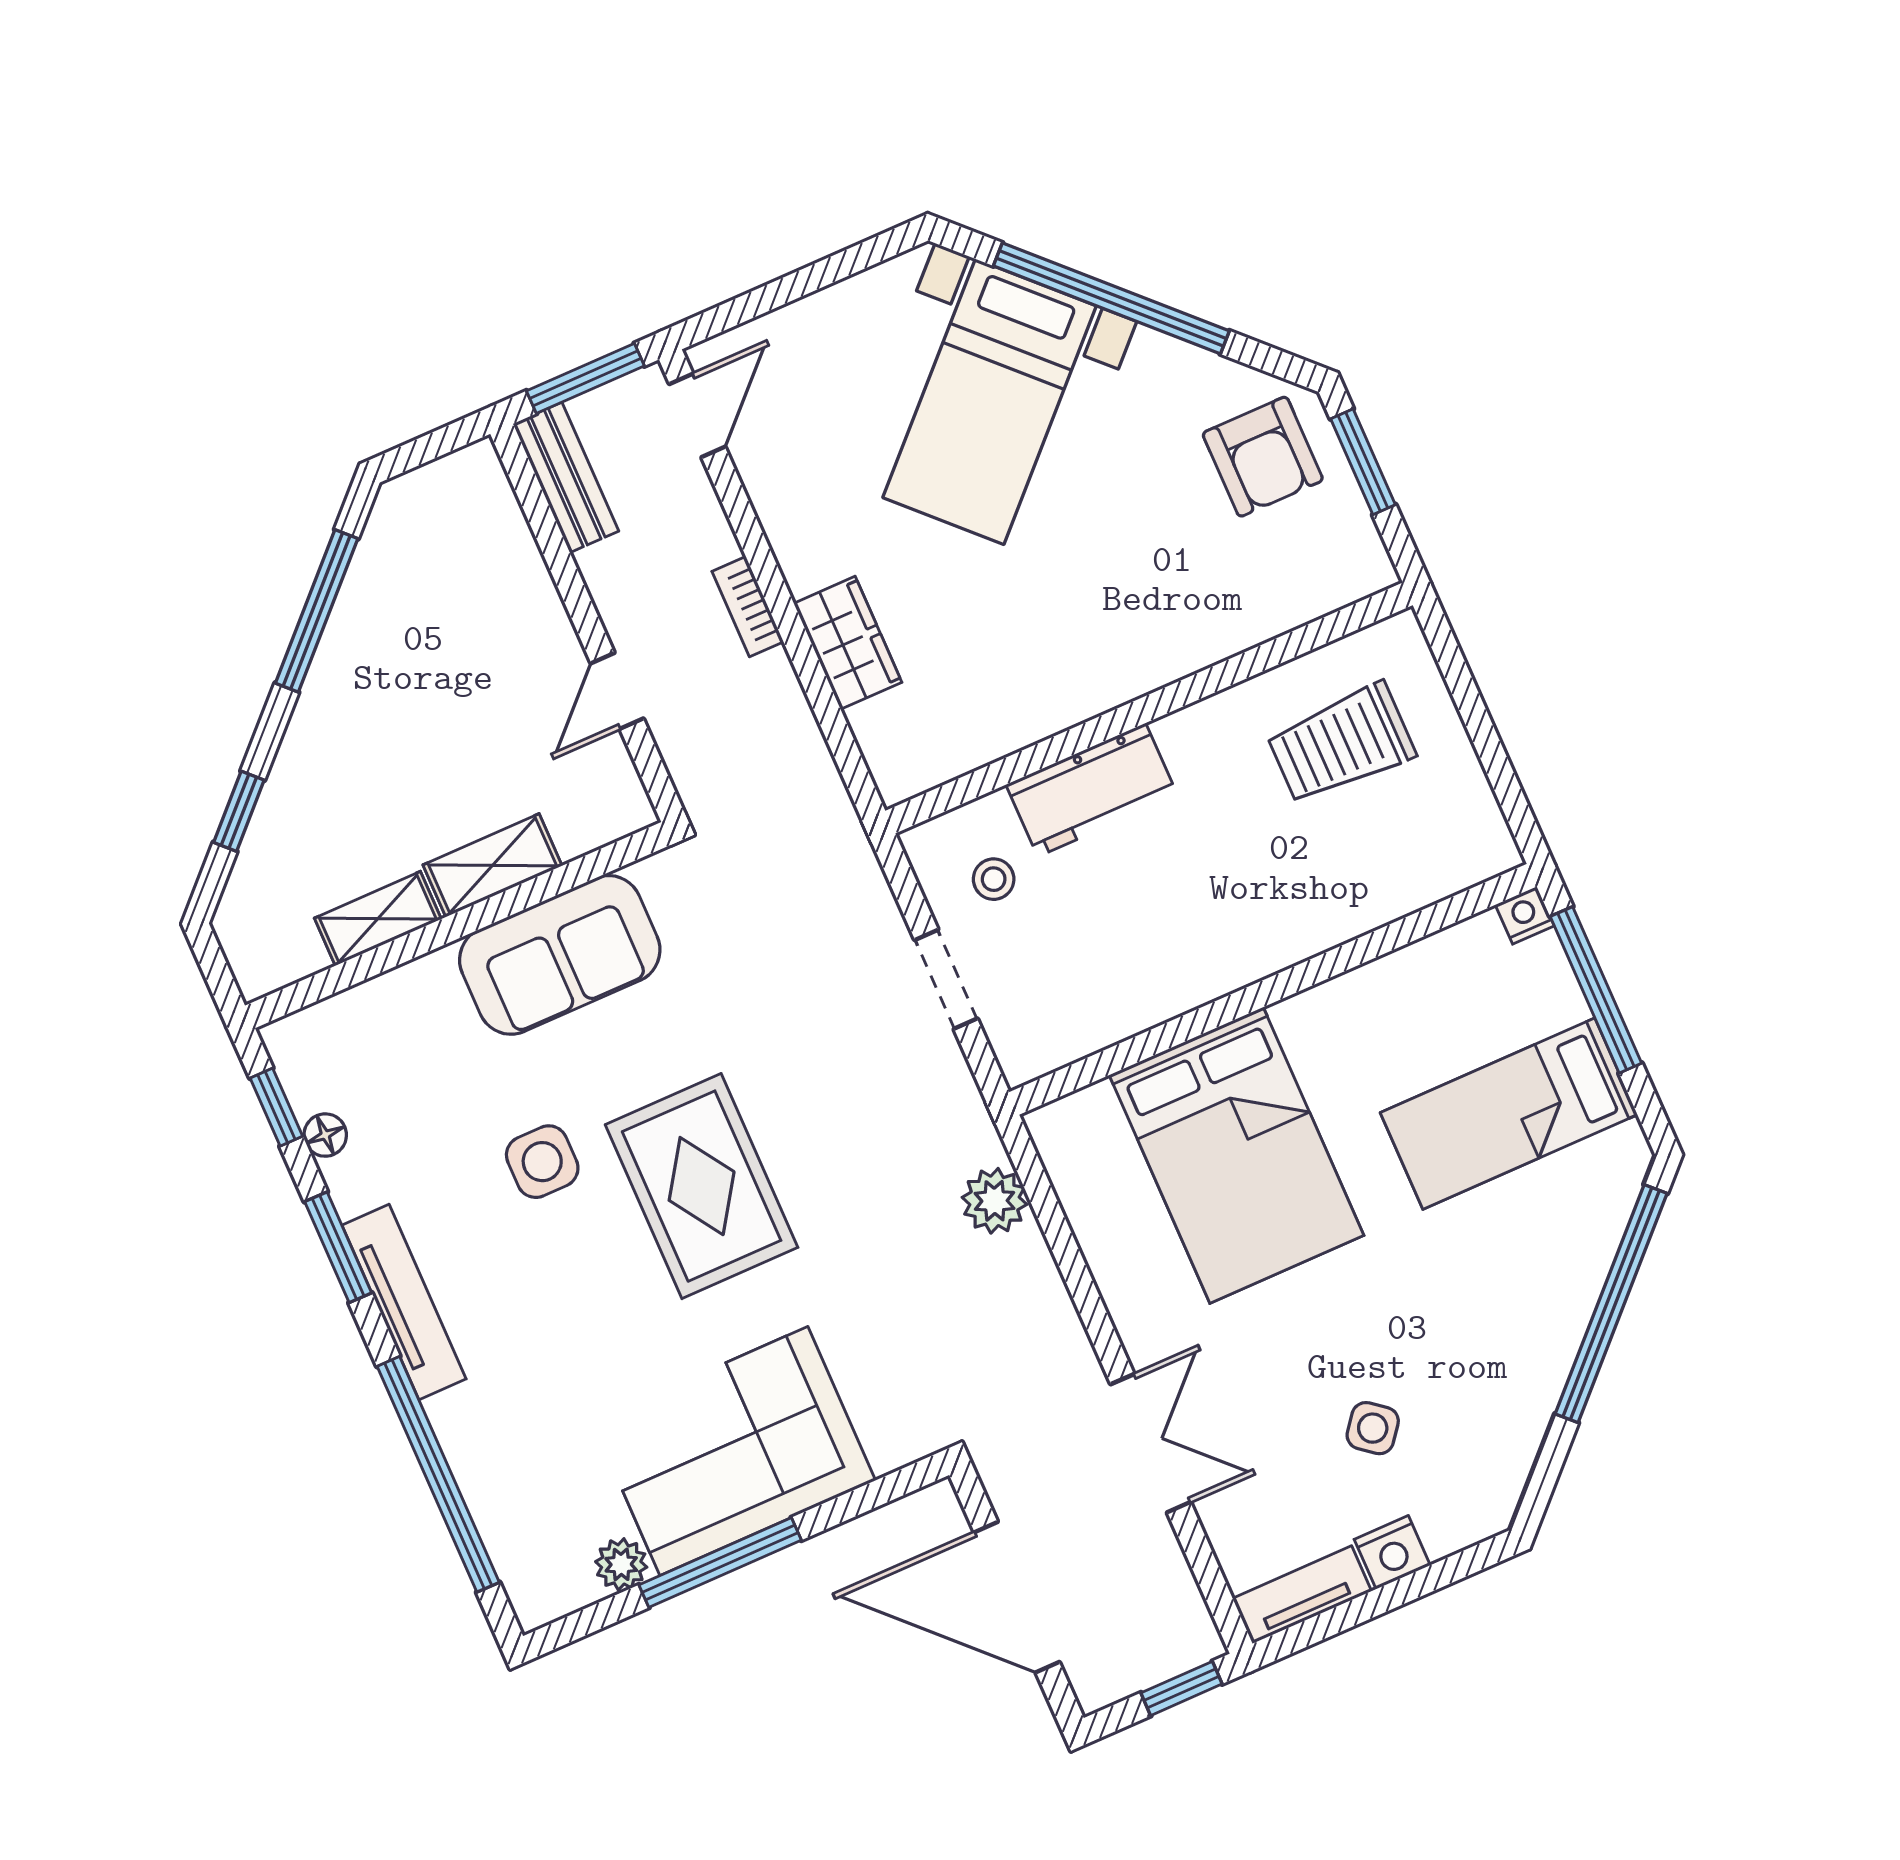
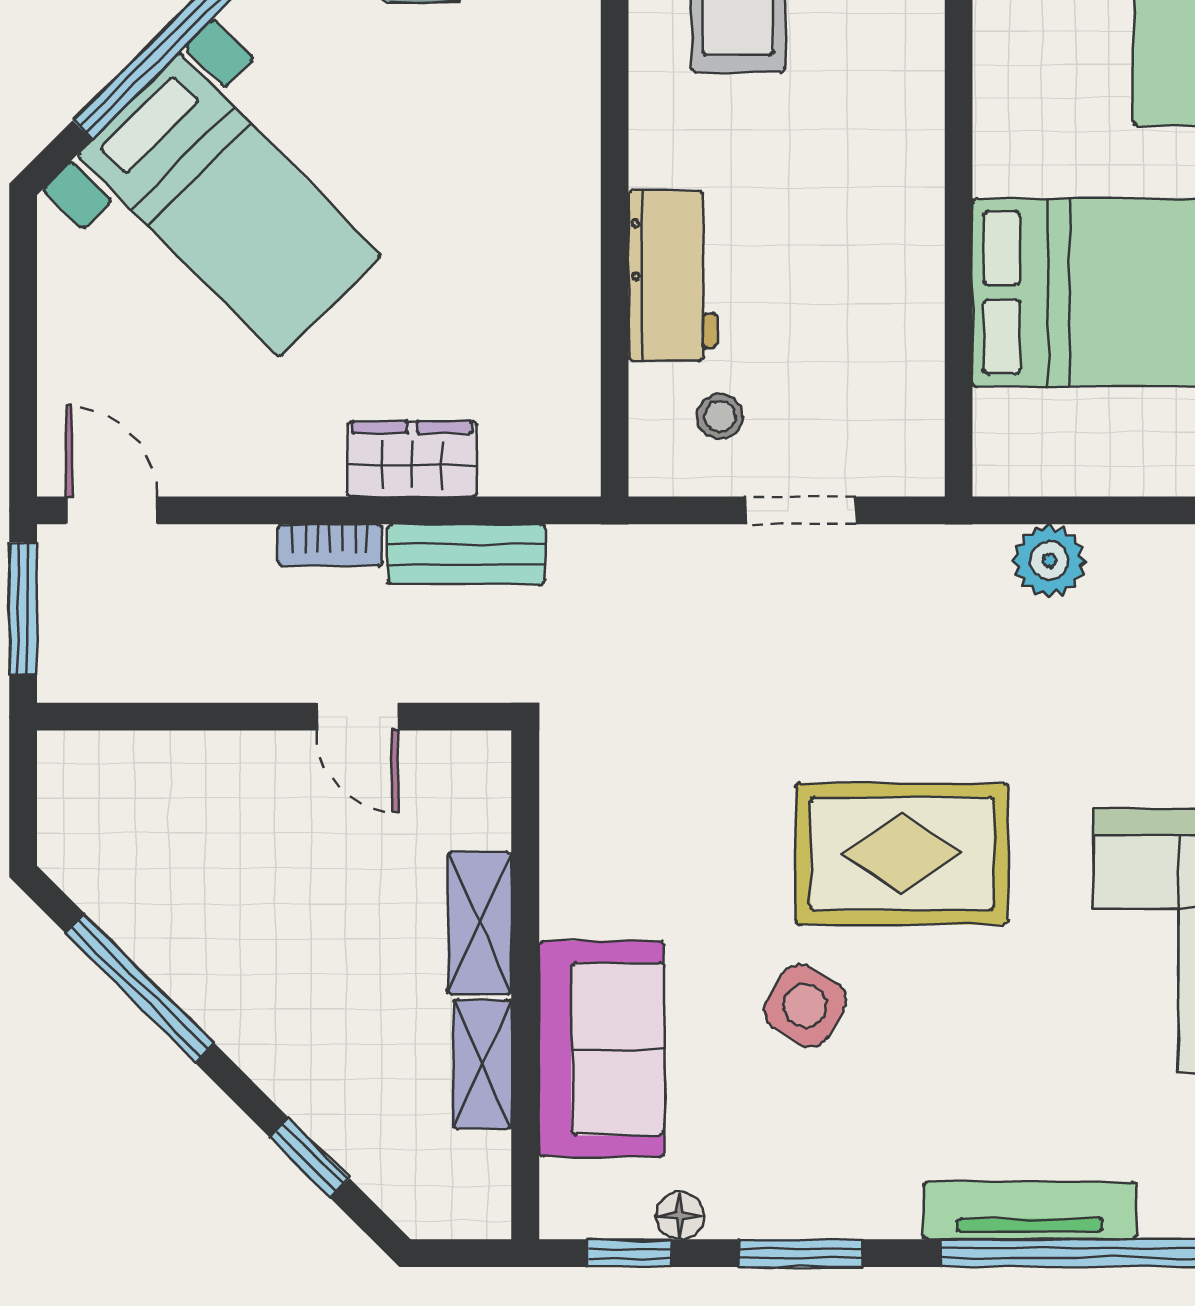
bench: (566, 477) -> (466, 554), moved
sofa: (560, 955) -> (601, 1049), moved
side table: (542, 1162) -> (805, 1006), turned 31
tv unit: (404, 1302) -> (1030, 1211), moved

